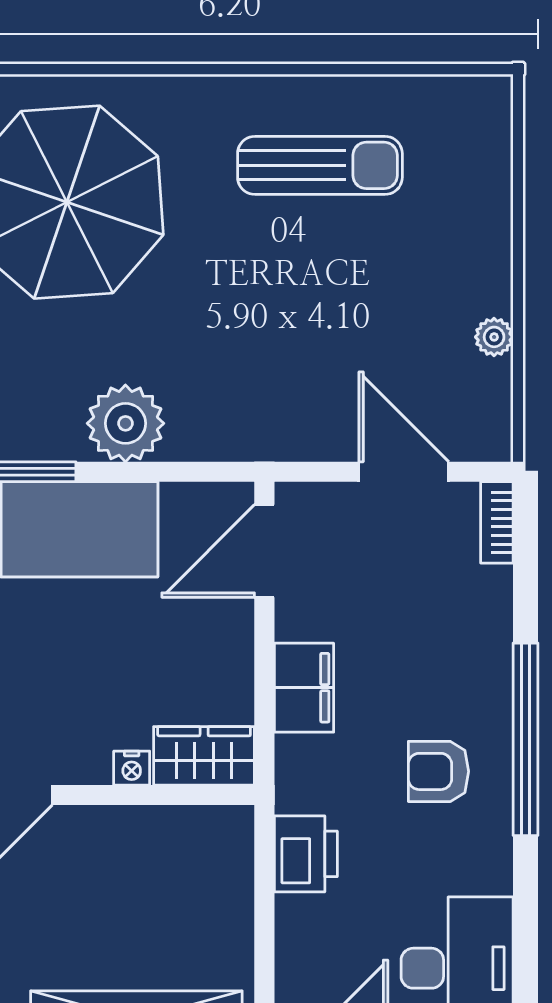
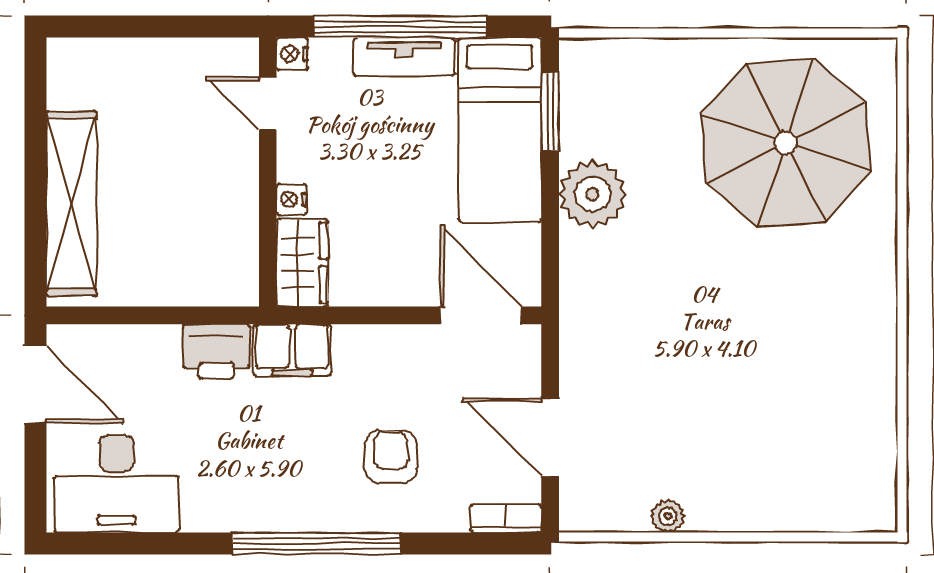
sun lounger: (320, 165) -> (818, 364), removed
door: (404, 472) -> (550, 437), swing flipped
filing cabinet: (304, 688) -> (292, 350), moved
armchair: (438, 771) -> (391, 457), moved

